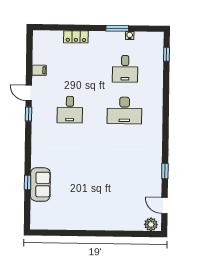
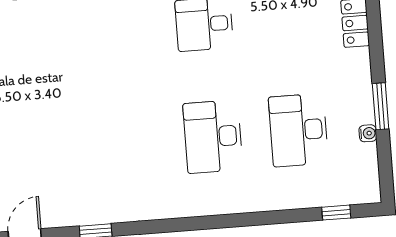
desk: (125, 69) -> (299, 130), width x1.37

